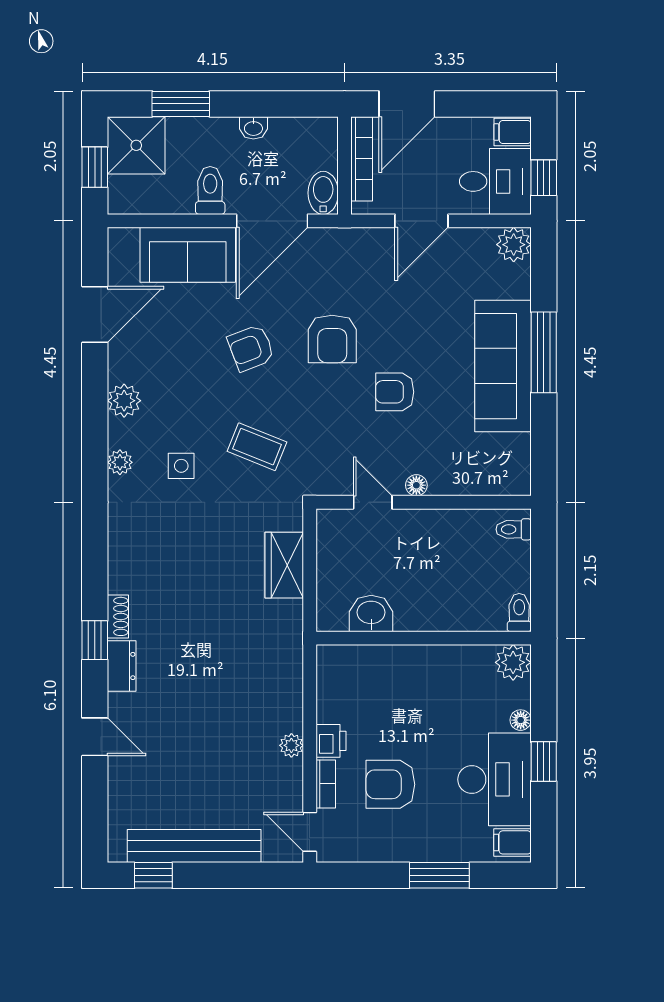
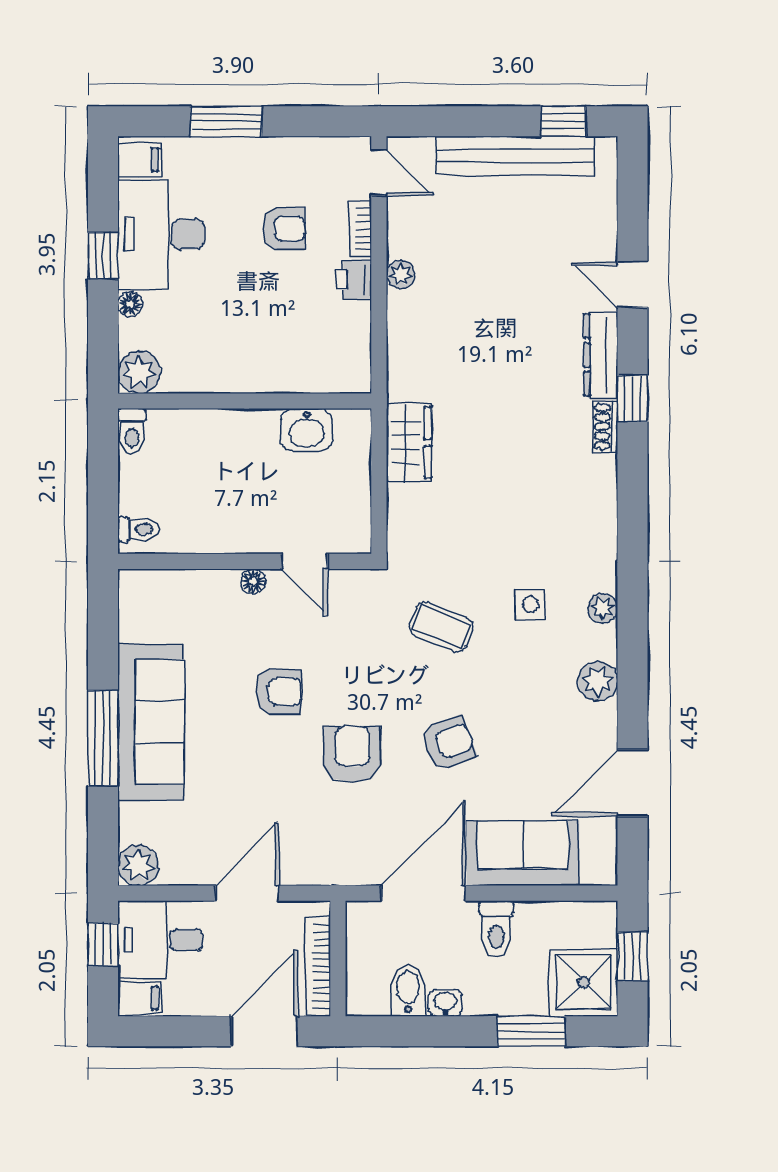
bidet: (323, 193) -> (408, 991), moved, turned 180
wardrobe: (284, 565) -> (409, 443), moved
dresser: (122, 666) -> (601, 355), width x1.44
armchair: (390, 784) -> (284, 229), width x0.72, depth x0.72

